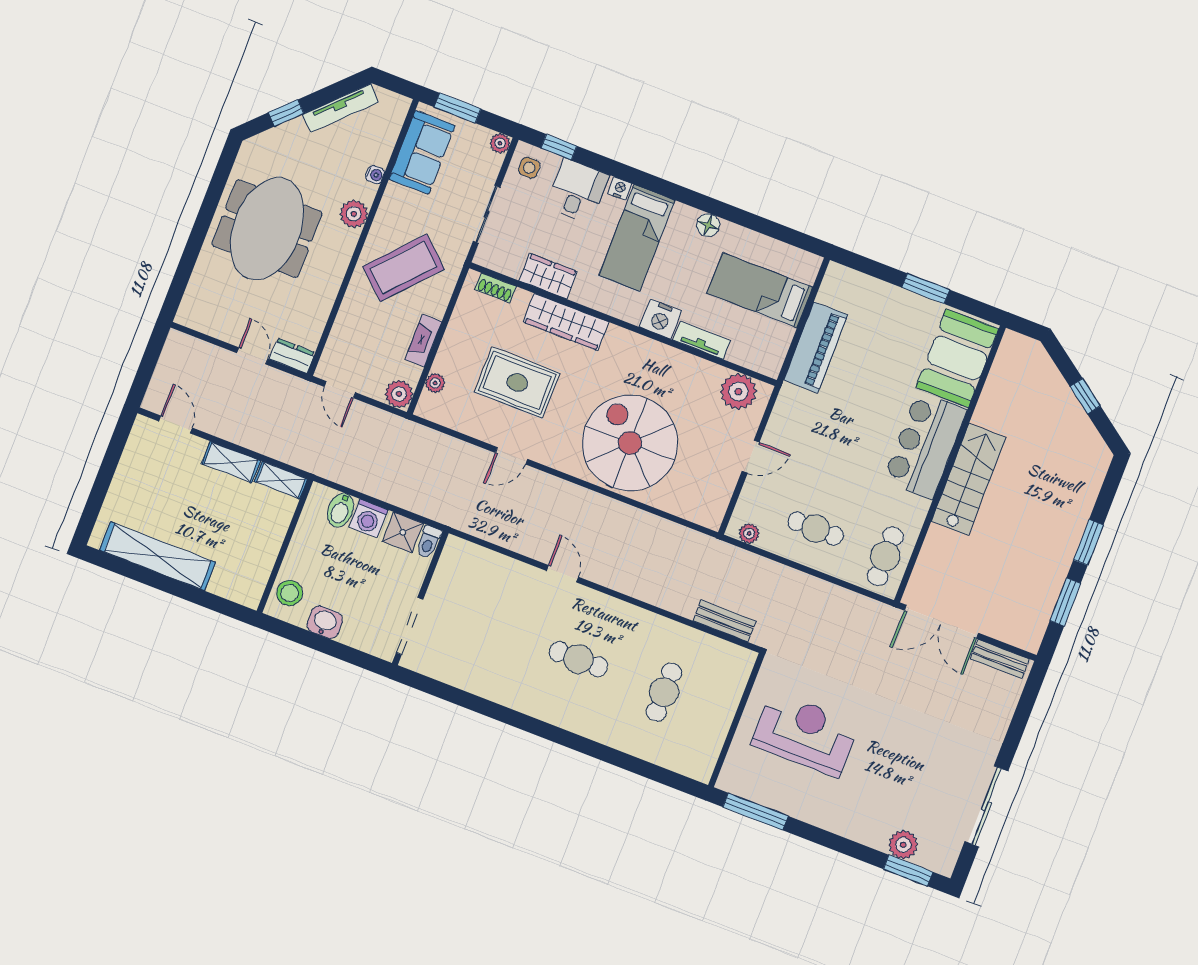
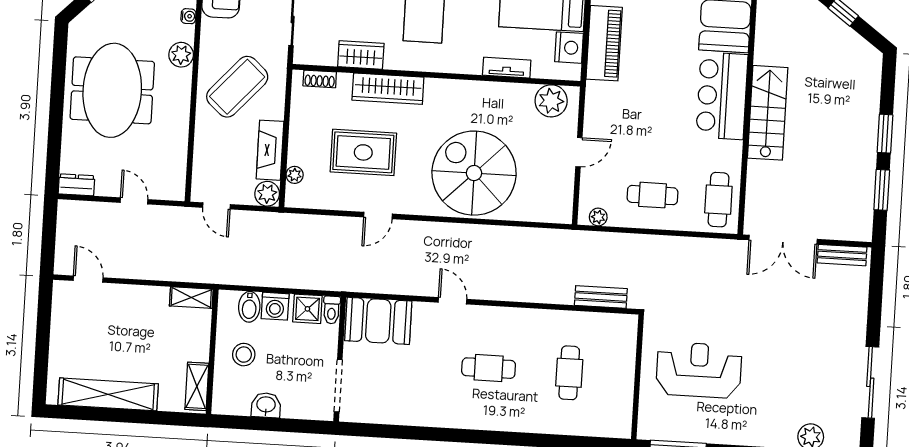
nightstand: (661, 319) -> (569, 48), moved, turned -90
fireplace: (423, 341) -> (270, 150), width x1.37, depth x1.32
dresser: (292, 356) -> (76, 185), moved
shelving: (231, 462) -> (197, 386), moved, turned 90
booth: (475, 570) -> (378, 321), added
stool: (290, 593) -> (244, 355), moved

